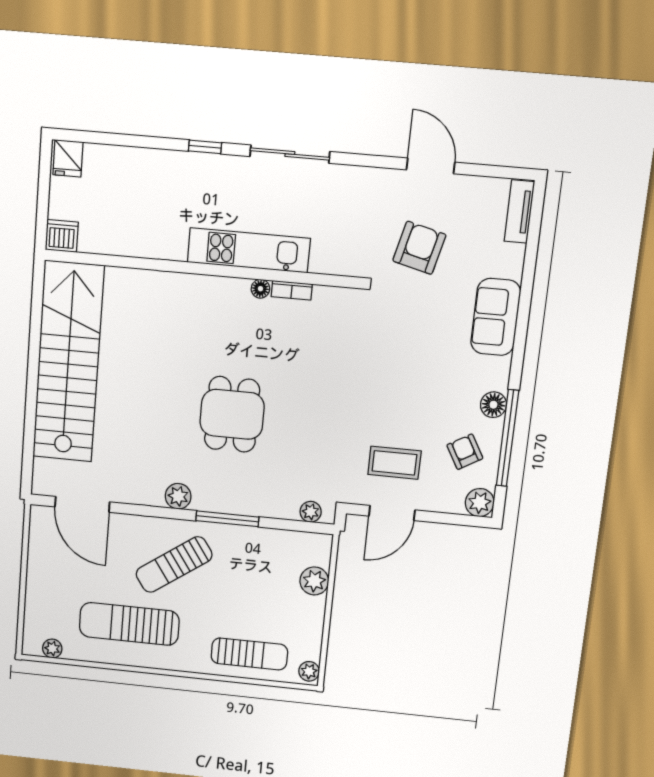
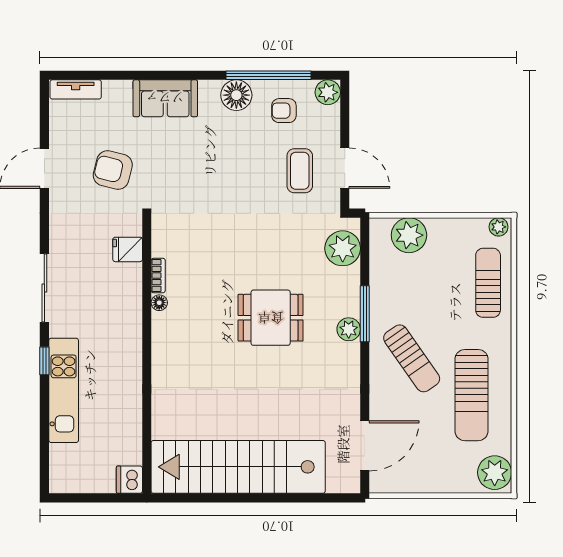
fridge: (68, 158) -> (128, 249), moved, turned 180
kitchen unit: (249, 250) -> (64, 390), moved, turned 180
floor lamp: (493, 405) -> (236, 95), width x1.38, depth x1.38
armchair: (465, 452) -> (284, 111), turned 30
plant: (178, 496) -> (349, 329), moved
plant: (311, 512) -> (343, 248), width x1.87, depth x1.87
plant: (314, 581) -> (409, 235), width x1.36, depth x1.36
plant: (52, 648) -> (495, 473), width x1.87, depth x1.87

